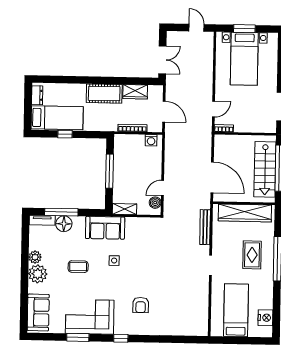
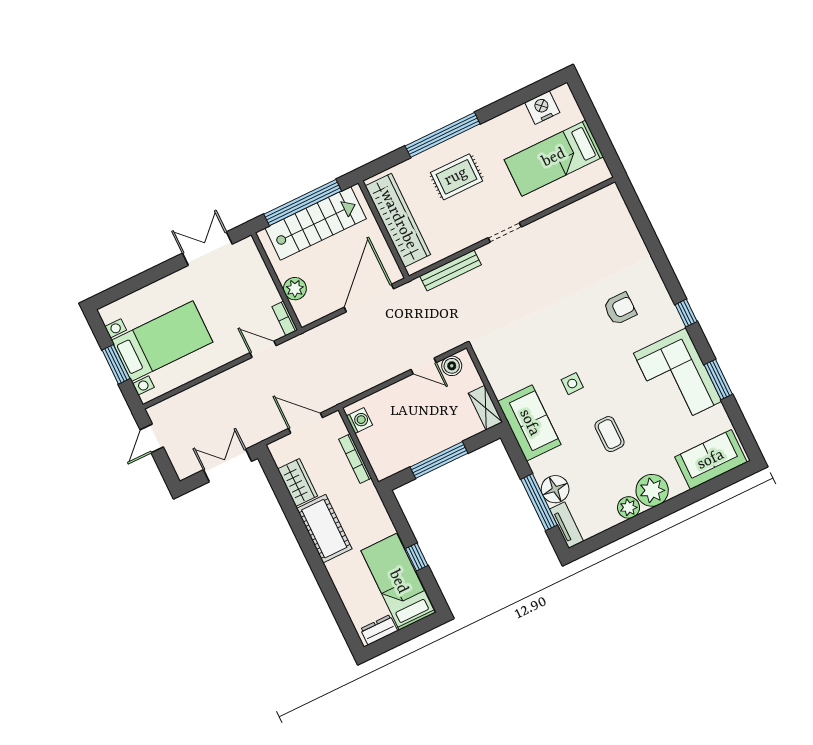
door: (164, 112) -> (306, 423), hinge flipped
plant: (237, 142) -> (295, 289), added

